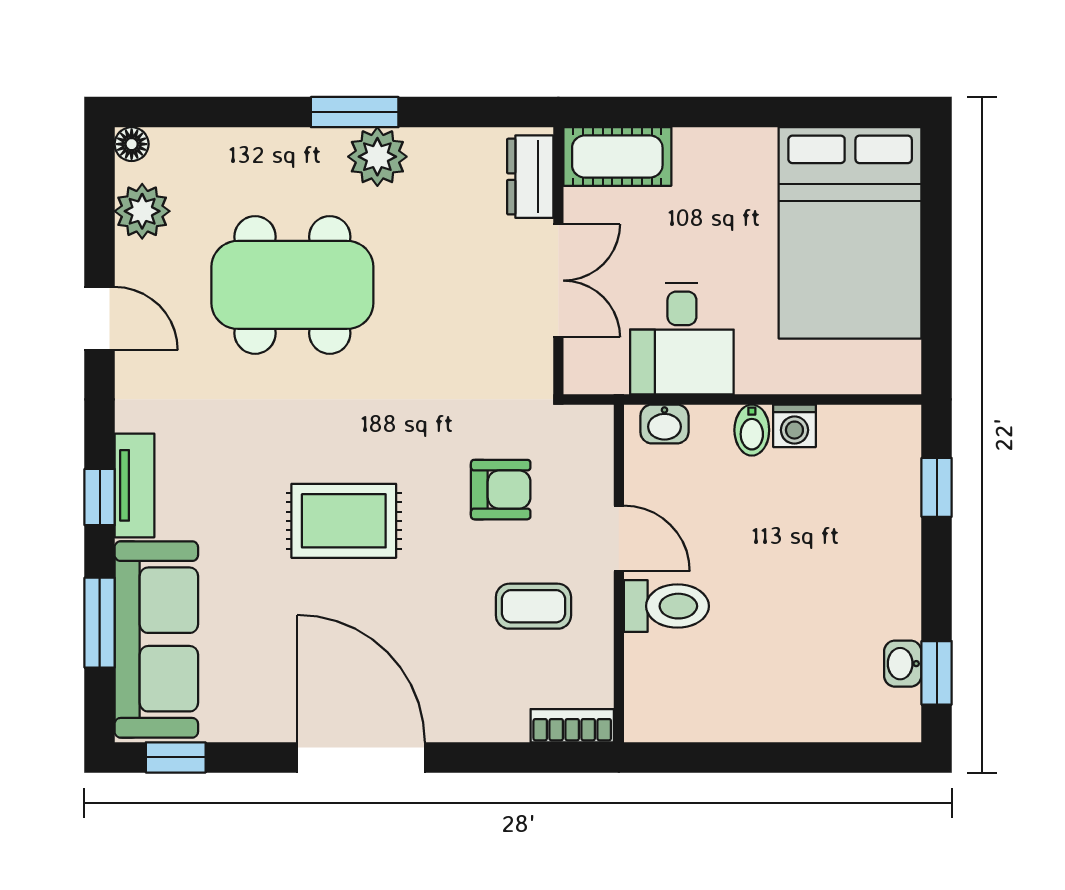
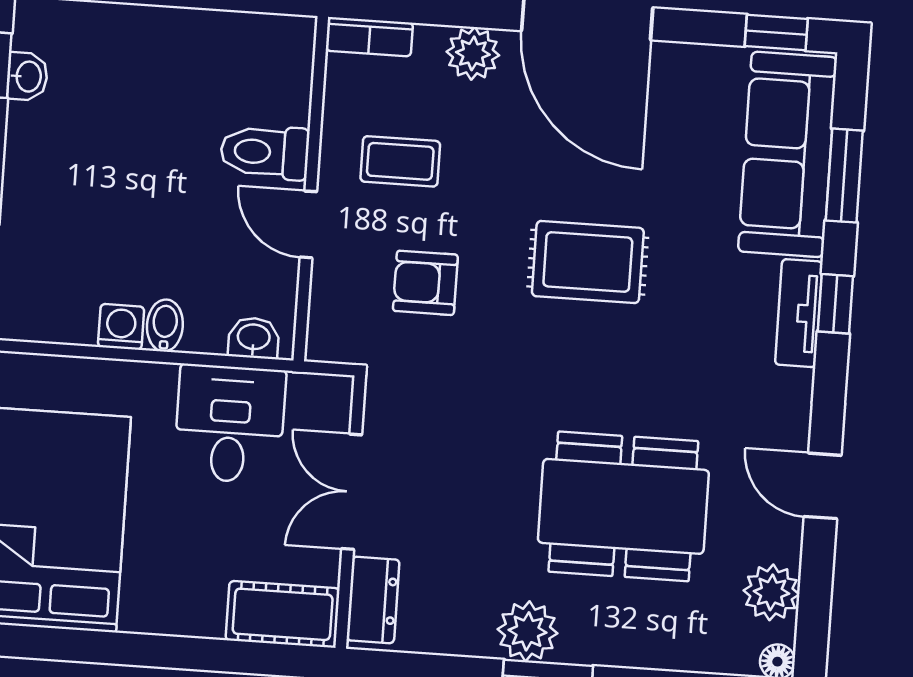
plant: (470, 716) -> (473, 53), added

